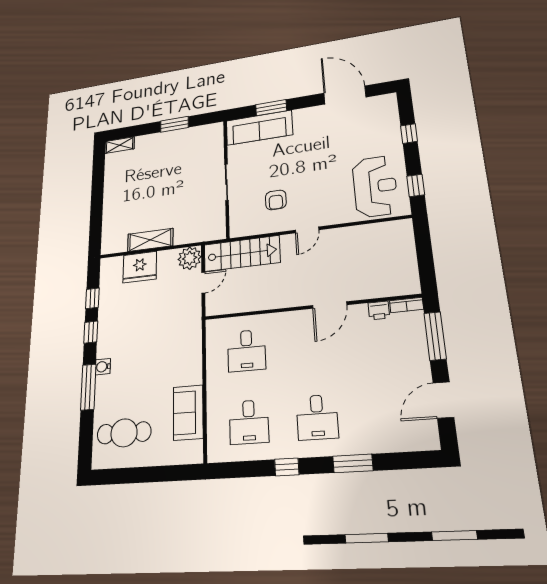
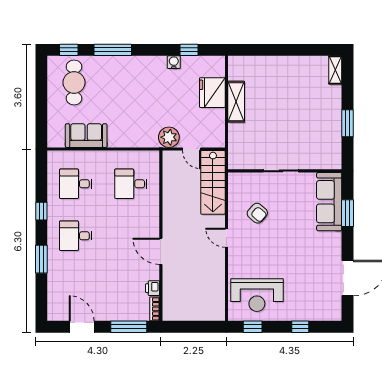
armchair: (276, 200) -> (257, 213), turned -139
plant: (190, 258) -> (169, 137), moved
window: (91, 332) -> (69, 50), moved
water cooler: (103, 367) -> (174, 62), moved

